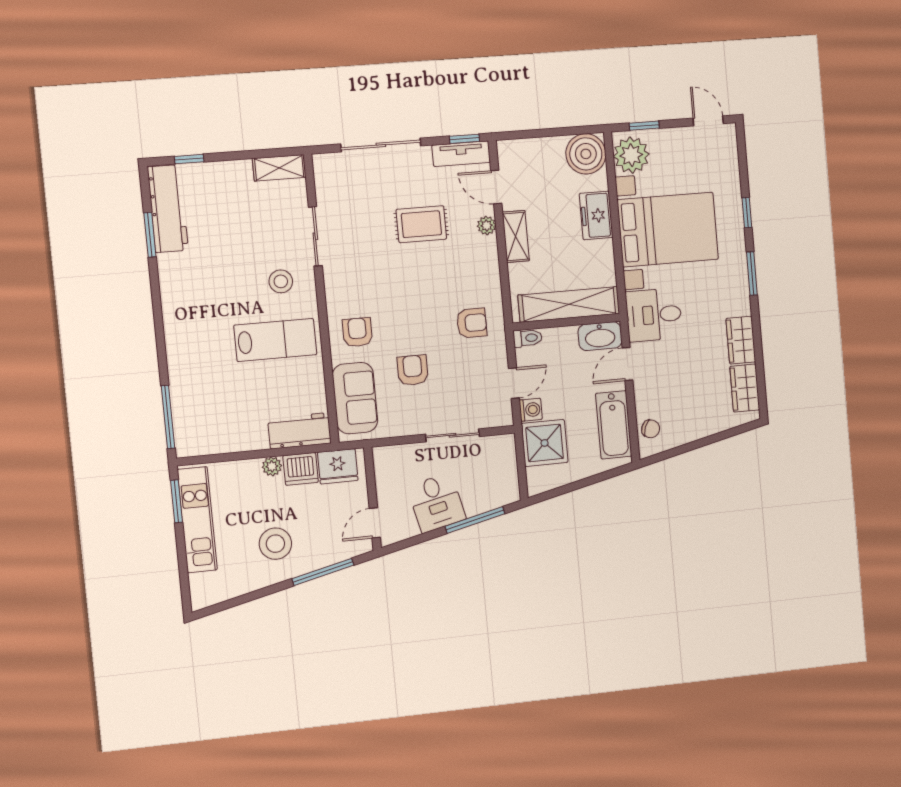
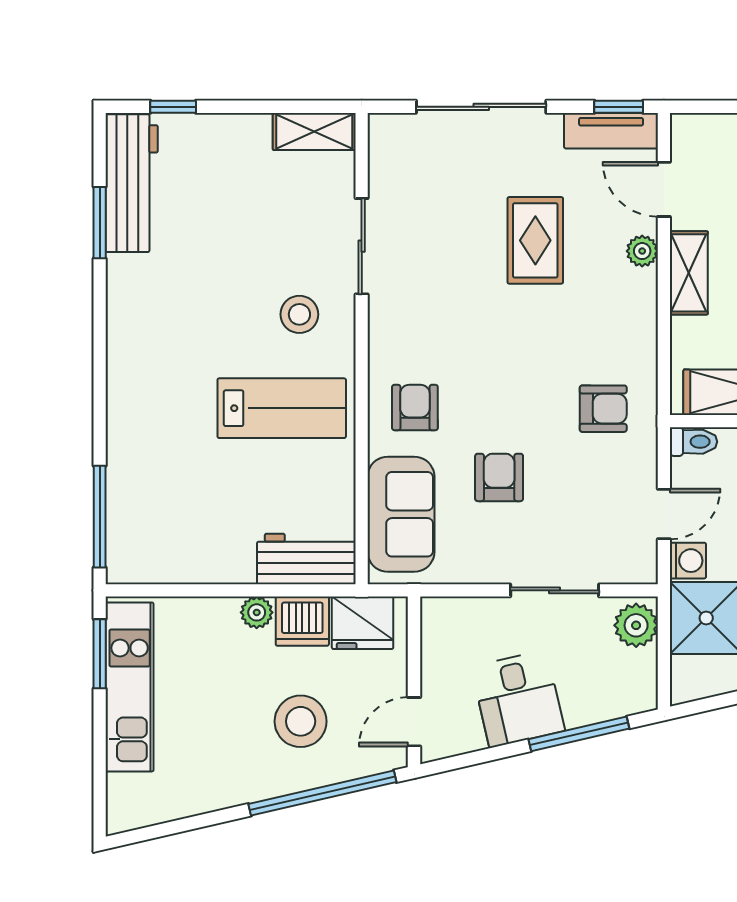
rug: (421, 224) -> (535, 240), turned 90
plant: (503, 451) -> (636, 625), added
stool: (275, 544) -> (301, 721), moved
window: (323, 572) -> (322, 793), width x1.46

